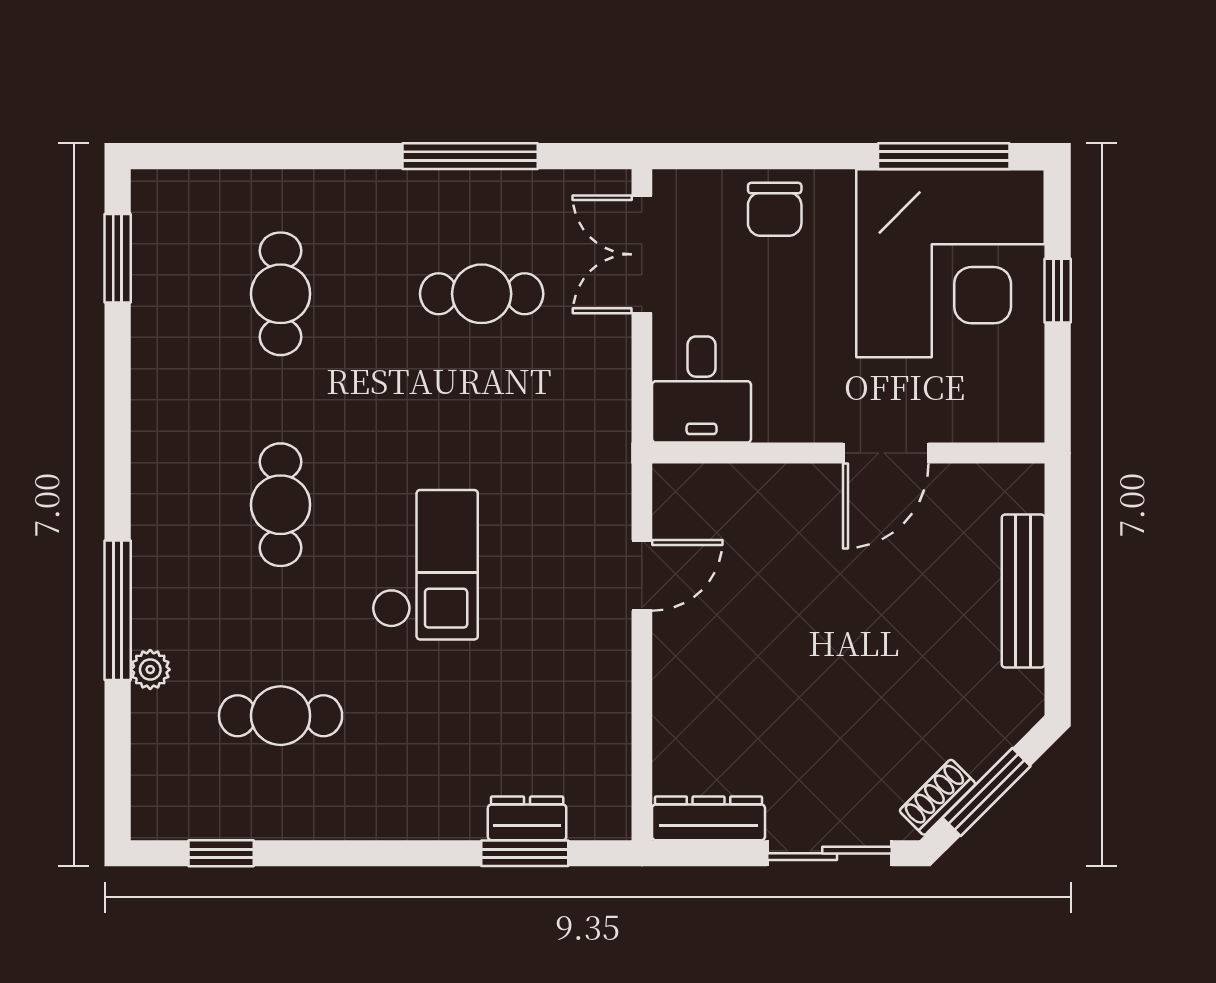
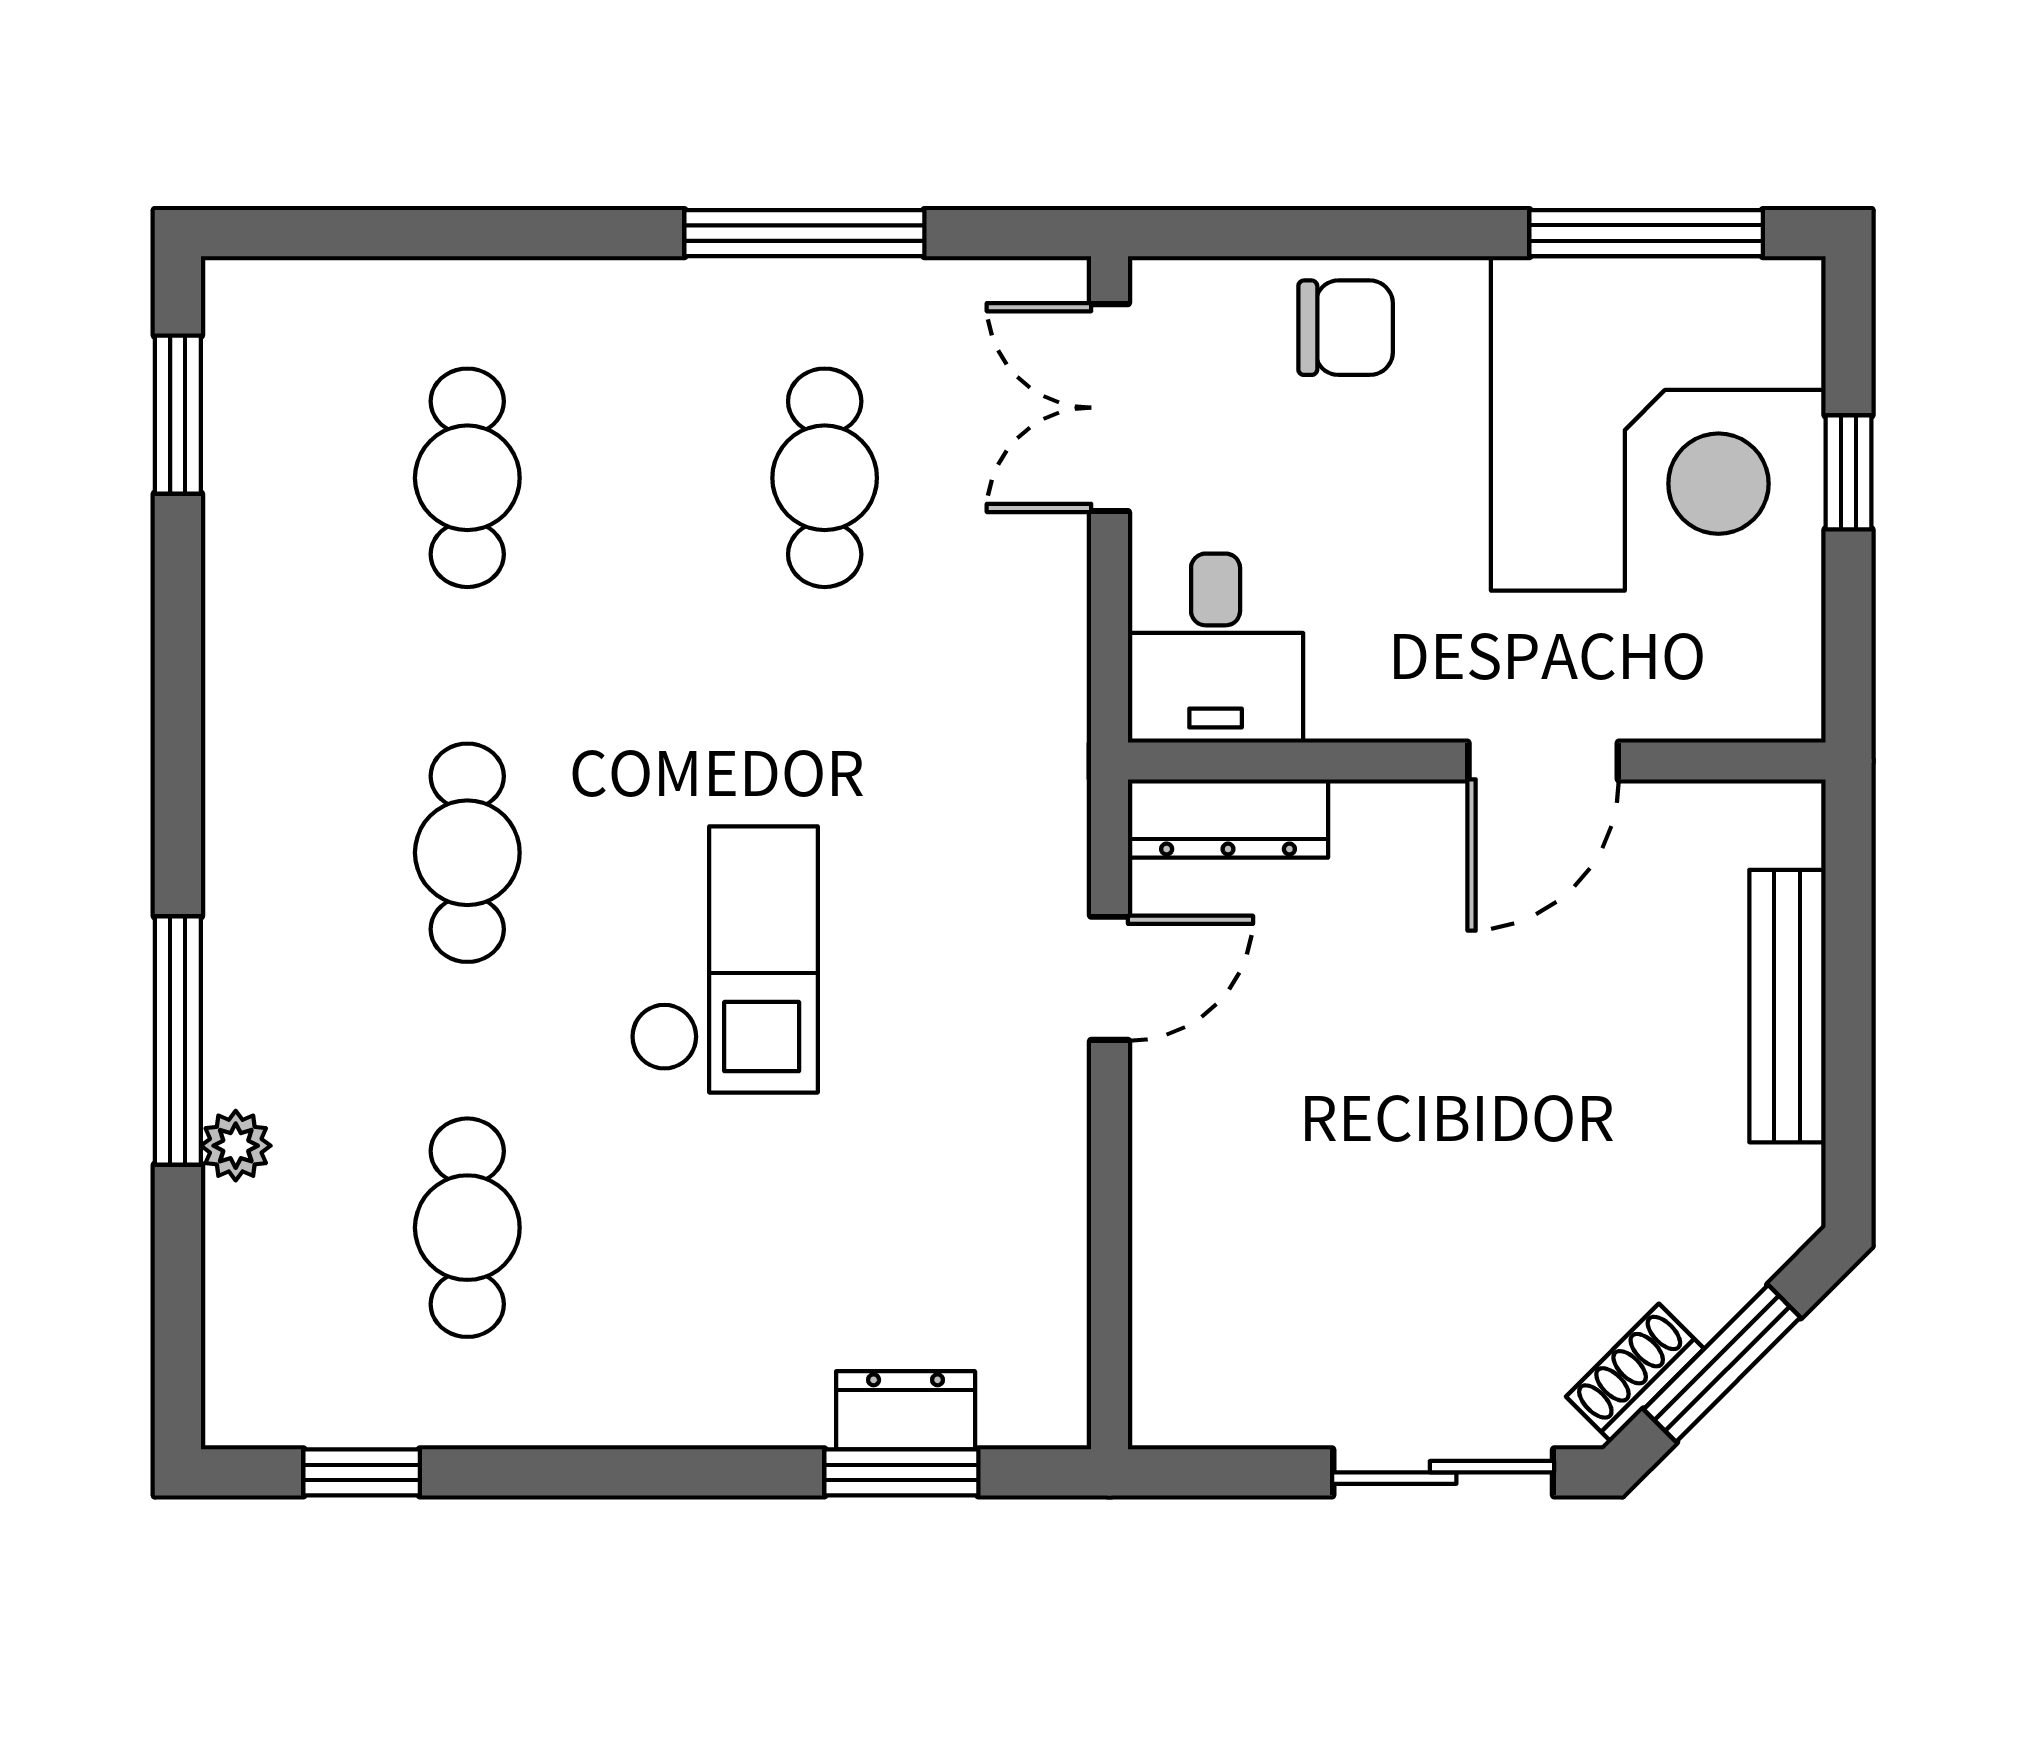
chair: (775, 209) -> (1346, 328), turned -90
cafe table: (482, 294) -> (825, 478), turned 90
cafe table: (281, 716) -> (467, 1228), turned 90
dresser: (709, 818) -> (1228, 818), moved, turned 180

